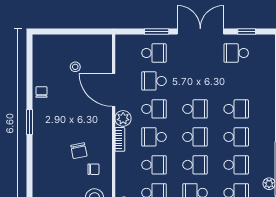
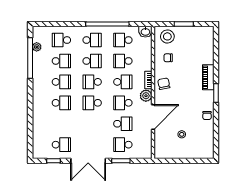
door: (114, 90) -> (153, 117), hinge flipped
school desk: (236, 109) -> (61, 103), turned 180
school desk: (236, 137) -> (61, 82), turned 180
piano: (40, 143) -> (208, 77), added
chair: (79, 151) -> (164, 84), moved
school desk: (195, 165) -> (92, 61), turned 180
school desk: (236, 165) -> (61, 61), turned 180

